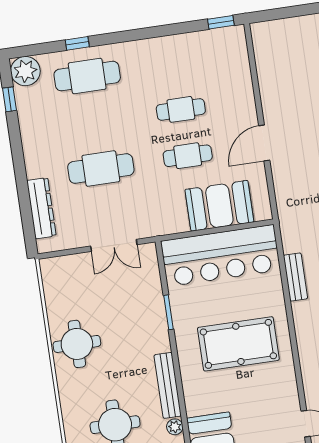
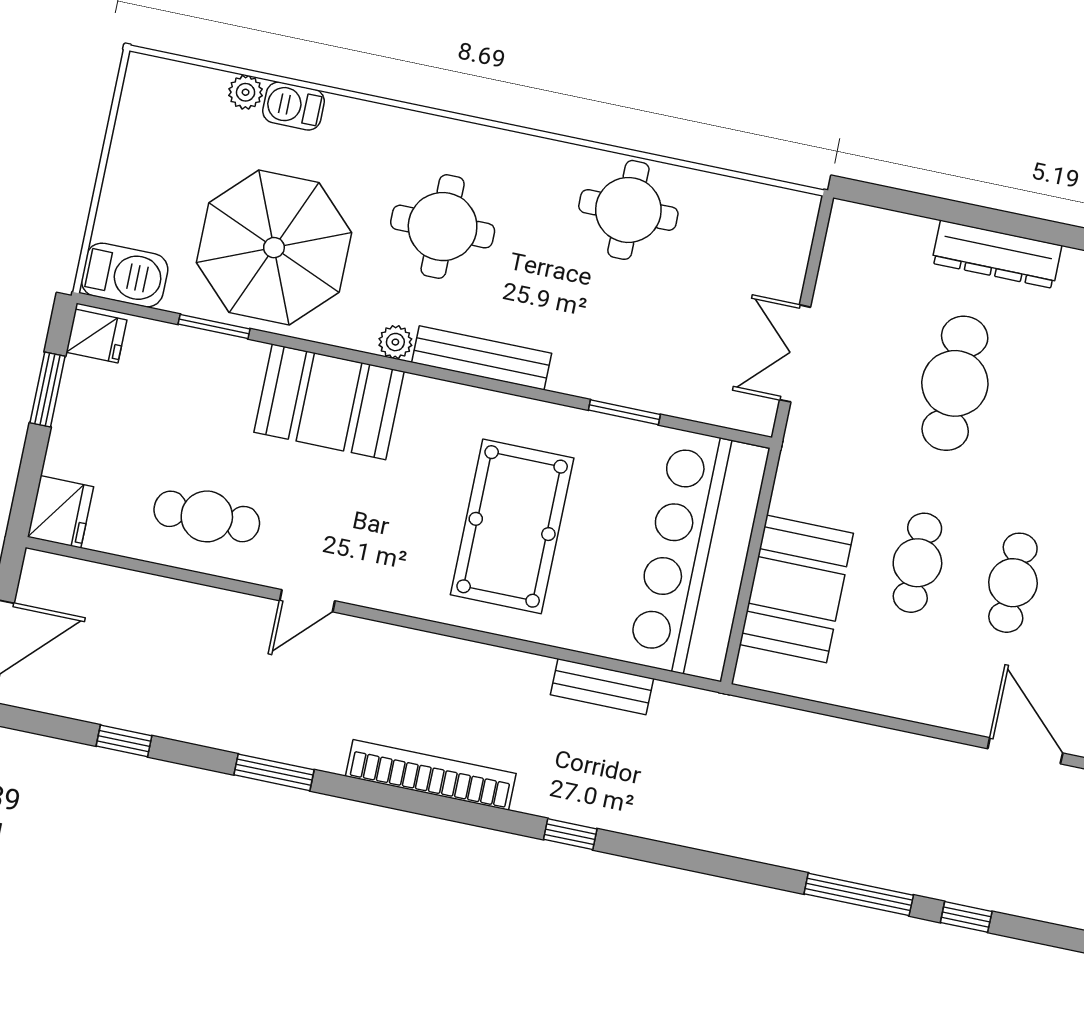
door: (264, 143) -> (1025, 751), moved
dresser: (41, 208) -> (997, 254), moved

